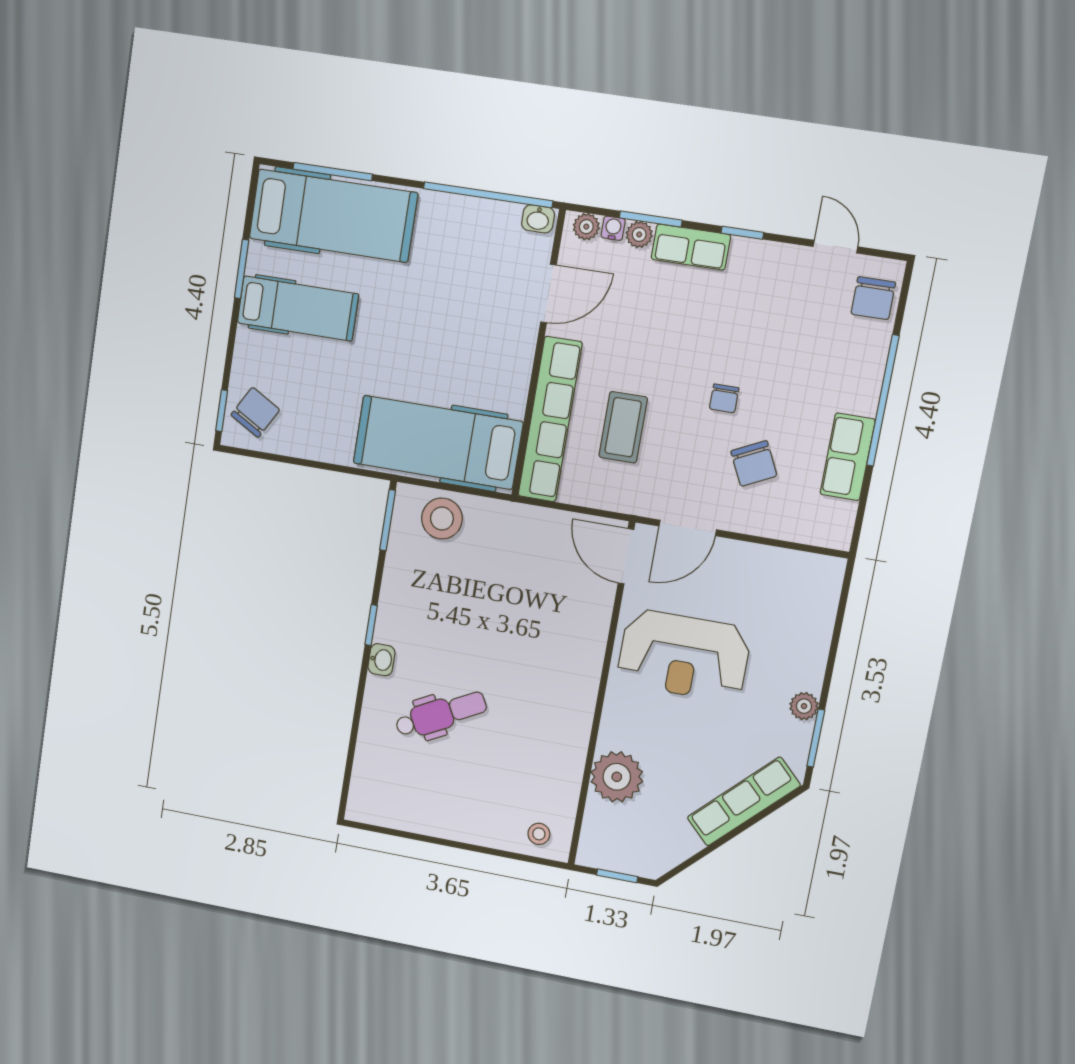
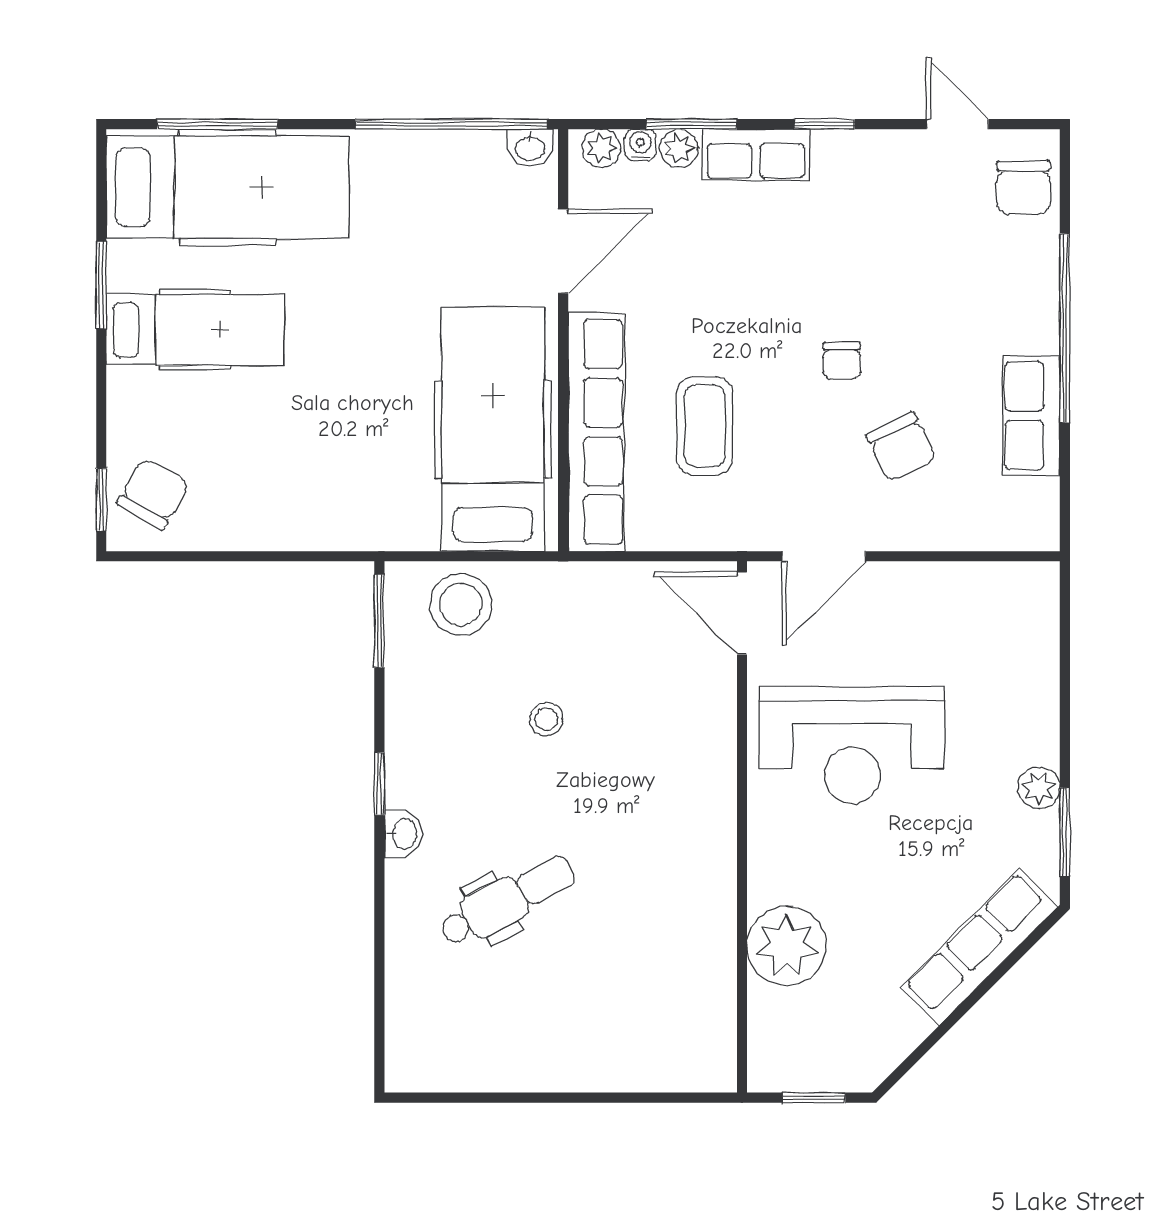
hospital bed: (438, 442) -> (493, 429), moved, turned 90
stool: (539, 834) -> (546, 719), moved

